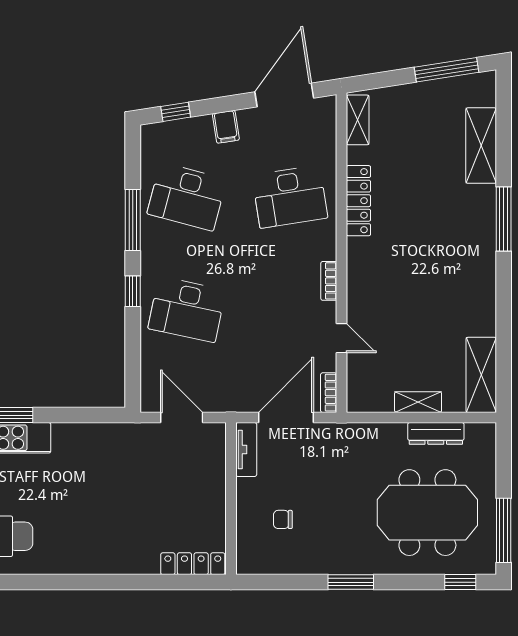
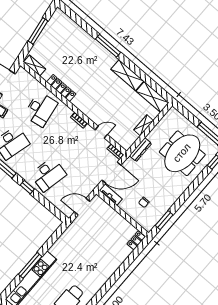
window: (447, 70) -> (38, 31), moved
shelving: (481, 146) -> (127, 75), moved
door: (286, 418) -> (111, 173), swing flipped
dresser: (436, 433) -> (140, 150), moved
locker: (193, 564) -> (136, 240), width x0.66
window: (351, 582) -> (164, 220), moved

